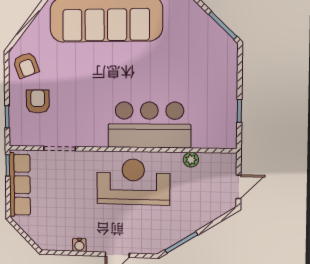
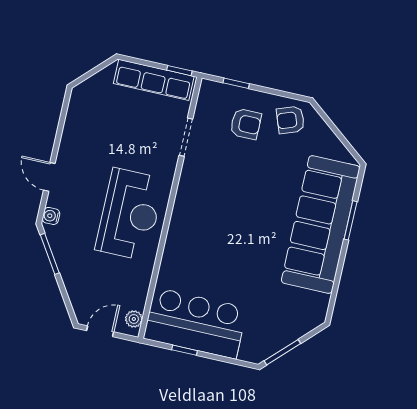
bar counter: (149, 125) -> (195, 323), moved, turned -90
plant: (191, 160) -> (134, 319), moved
door: (239, 187) -> (100, 331), swing flipped
water cooler: (79, 245) -> (51, 216), moved

